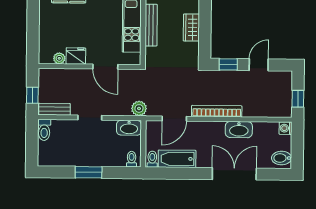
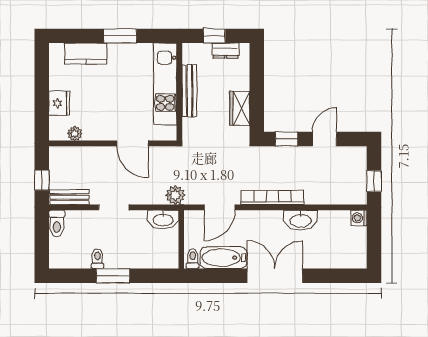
wardrobe: (191, 27) -> (240, 108), moved
fridge: (76, 56) -> (59, 103), moved, turned 90
bidet: (282, 158) -> (354, 255), removed
toilet: (132, 159) -> (97, 259), moved
double door: (234, 174) -> (275, 276), moved

